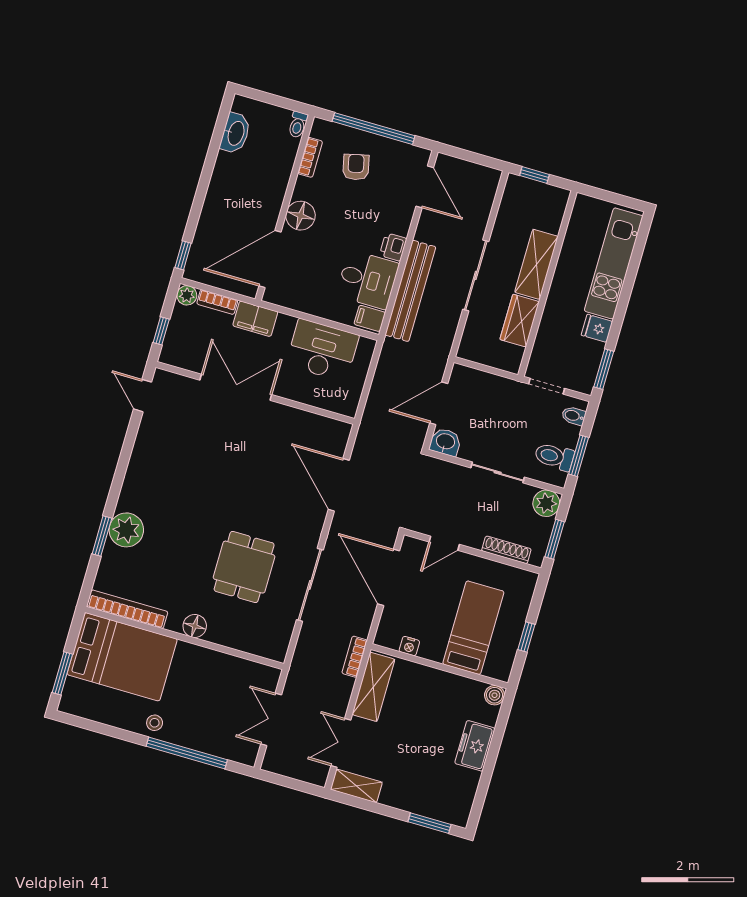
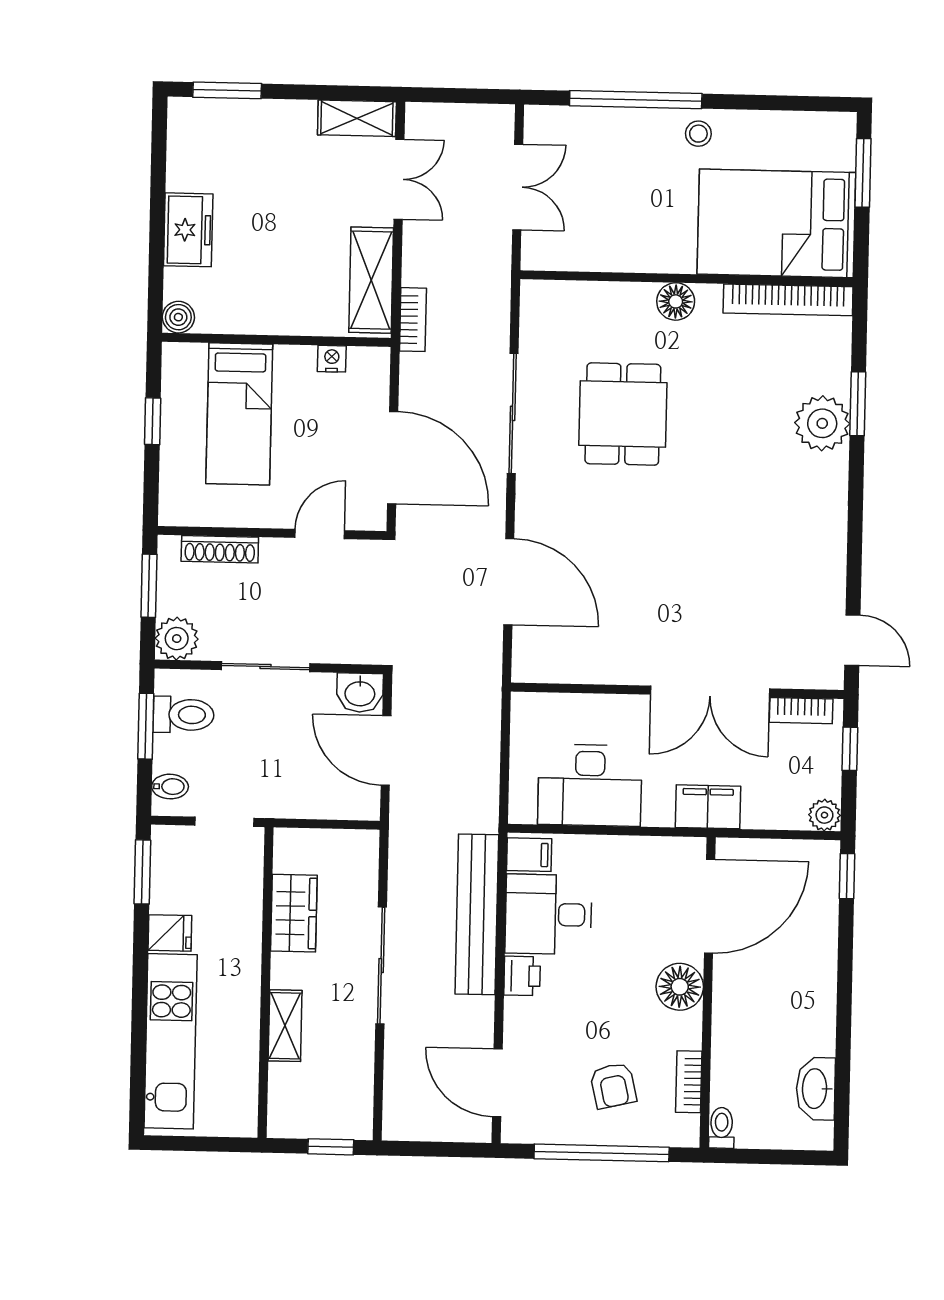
shelving: (536, 264) -> (285, 1026), width x0.67, depth x0.75
bookcase: (217, 302) -> (801, 711), moved, turned 180
door: (439, 403) -> (386, 751), swing flipped

